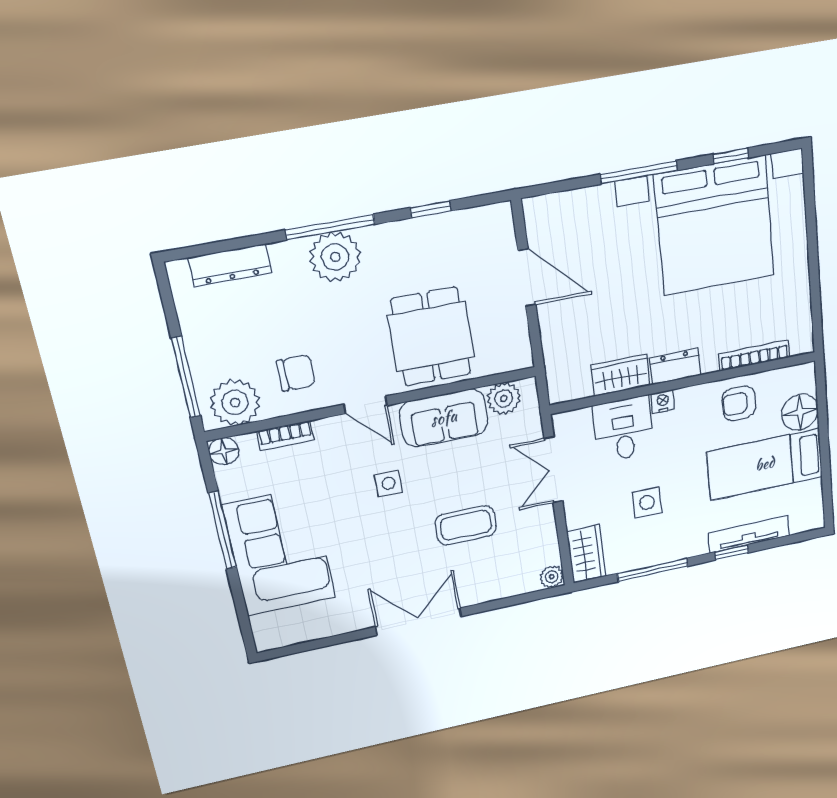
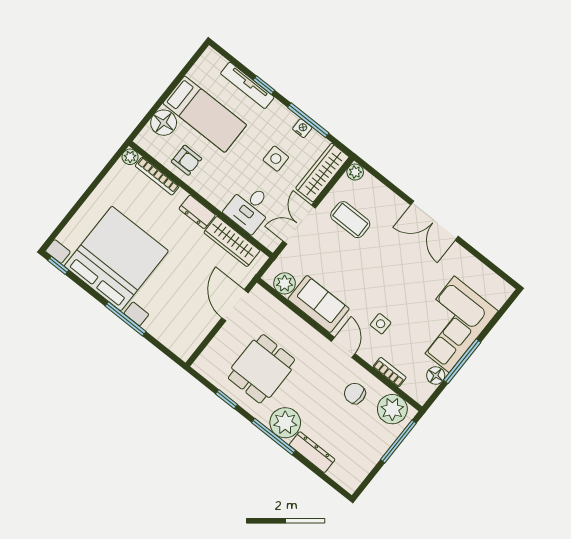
window: (731, 156) -> (58, 265), moved
dresser: (230, 265) -> (312, 452), moved
door: (527, 278) -> (235, 305), moved
dining table: (431, 337) -> (261, 369), moved
plant: (803, 343) -> (130, 157), added
wardrobe: (620, 375) -> (232, 242), width x1.50
nightstand: (663, 402) -> (302, 128), moved, turned 180
floor lamp: (224, 451) -> (436, 376), moved
double door: (553, 470) -> (299, 225), swing flipped
side table: (389, 483) -> (381, 324), moved
coffee table: (466, 525) -> (350, 220), moved
wardrobe: (586, 554) -> (322, 173), width x1.50

